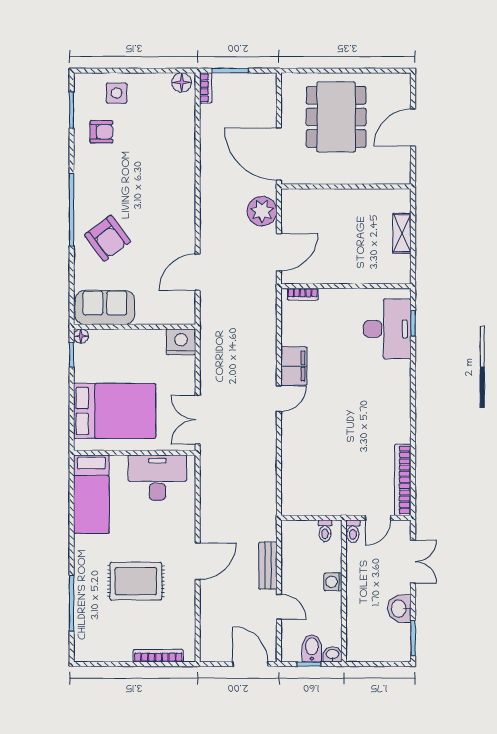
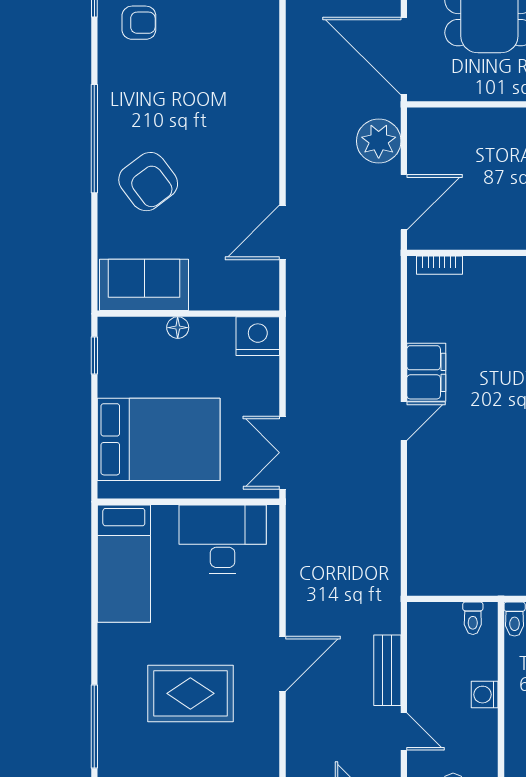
floor lamp: (81, 336) -> (178, 328), moved

